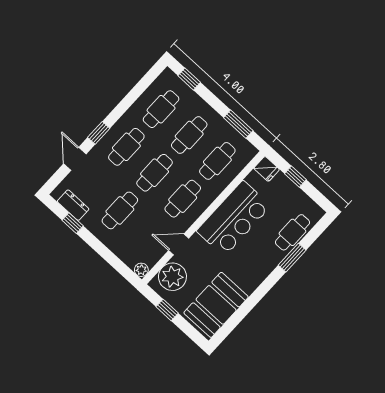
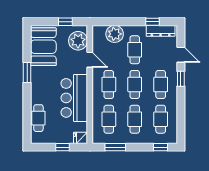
dresser: (73, 205) -> (161, 31), width x1.44
door: (179, 244) -> (90, 60), hinge flipped
window: (292, 258) -> (27, 72), moved
plant: (141, 270) -> (115, 34), moved, width x1.88, depth x1.88

